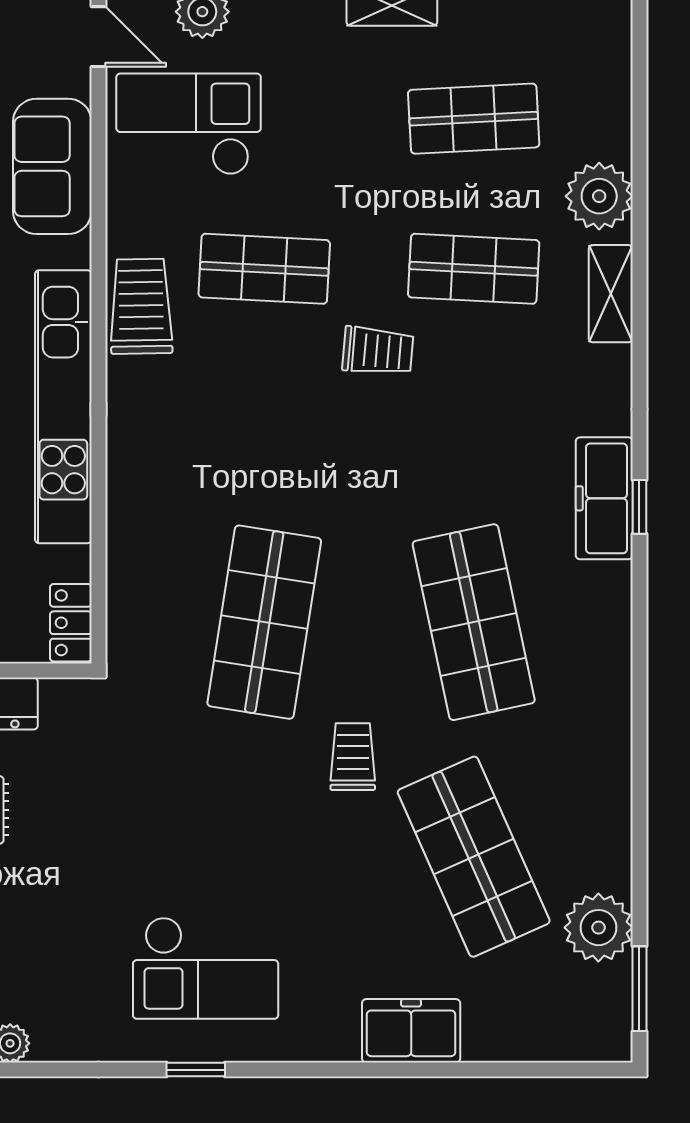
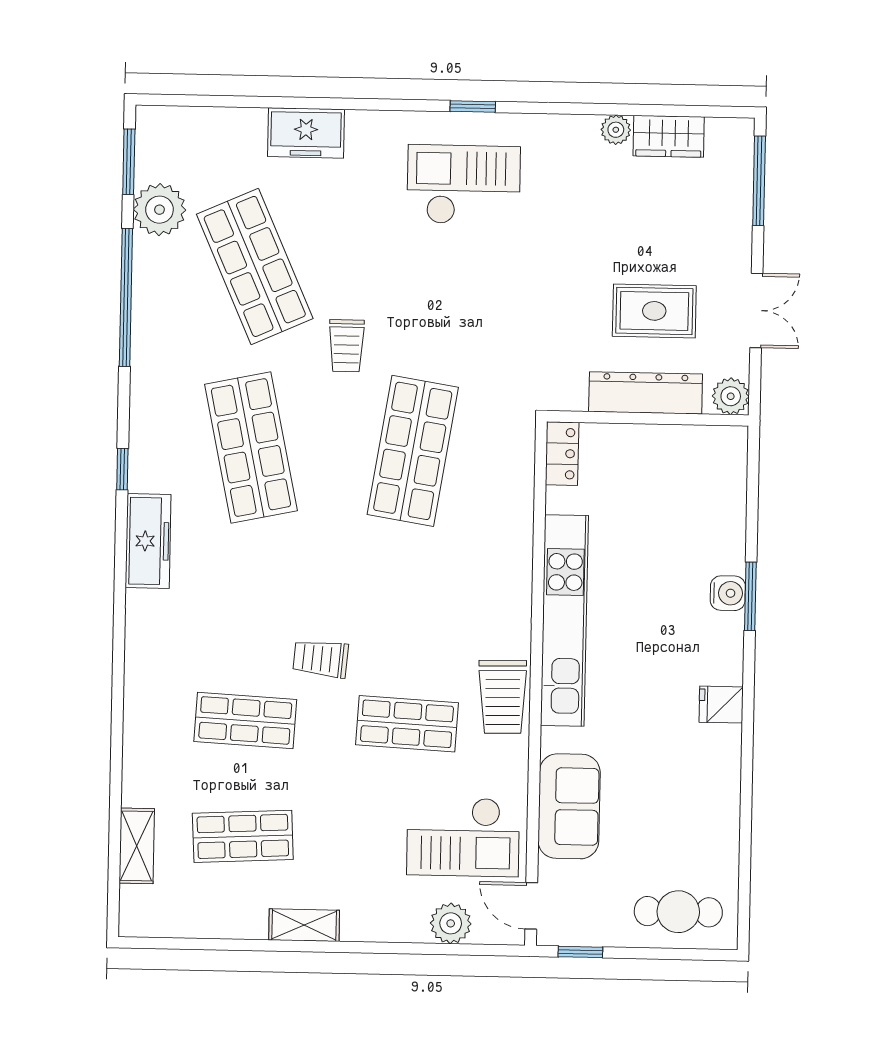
plant: (599, 196) -> (147, 774), removed
shelving: (611, 294) -> (137, 846), moved
window: (639, 507) -> (122, 469), moved
window: (639, 813) -> (126, 297), added

